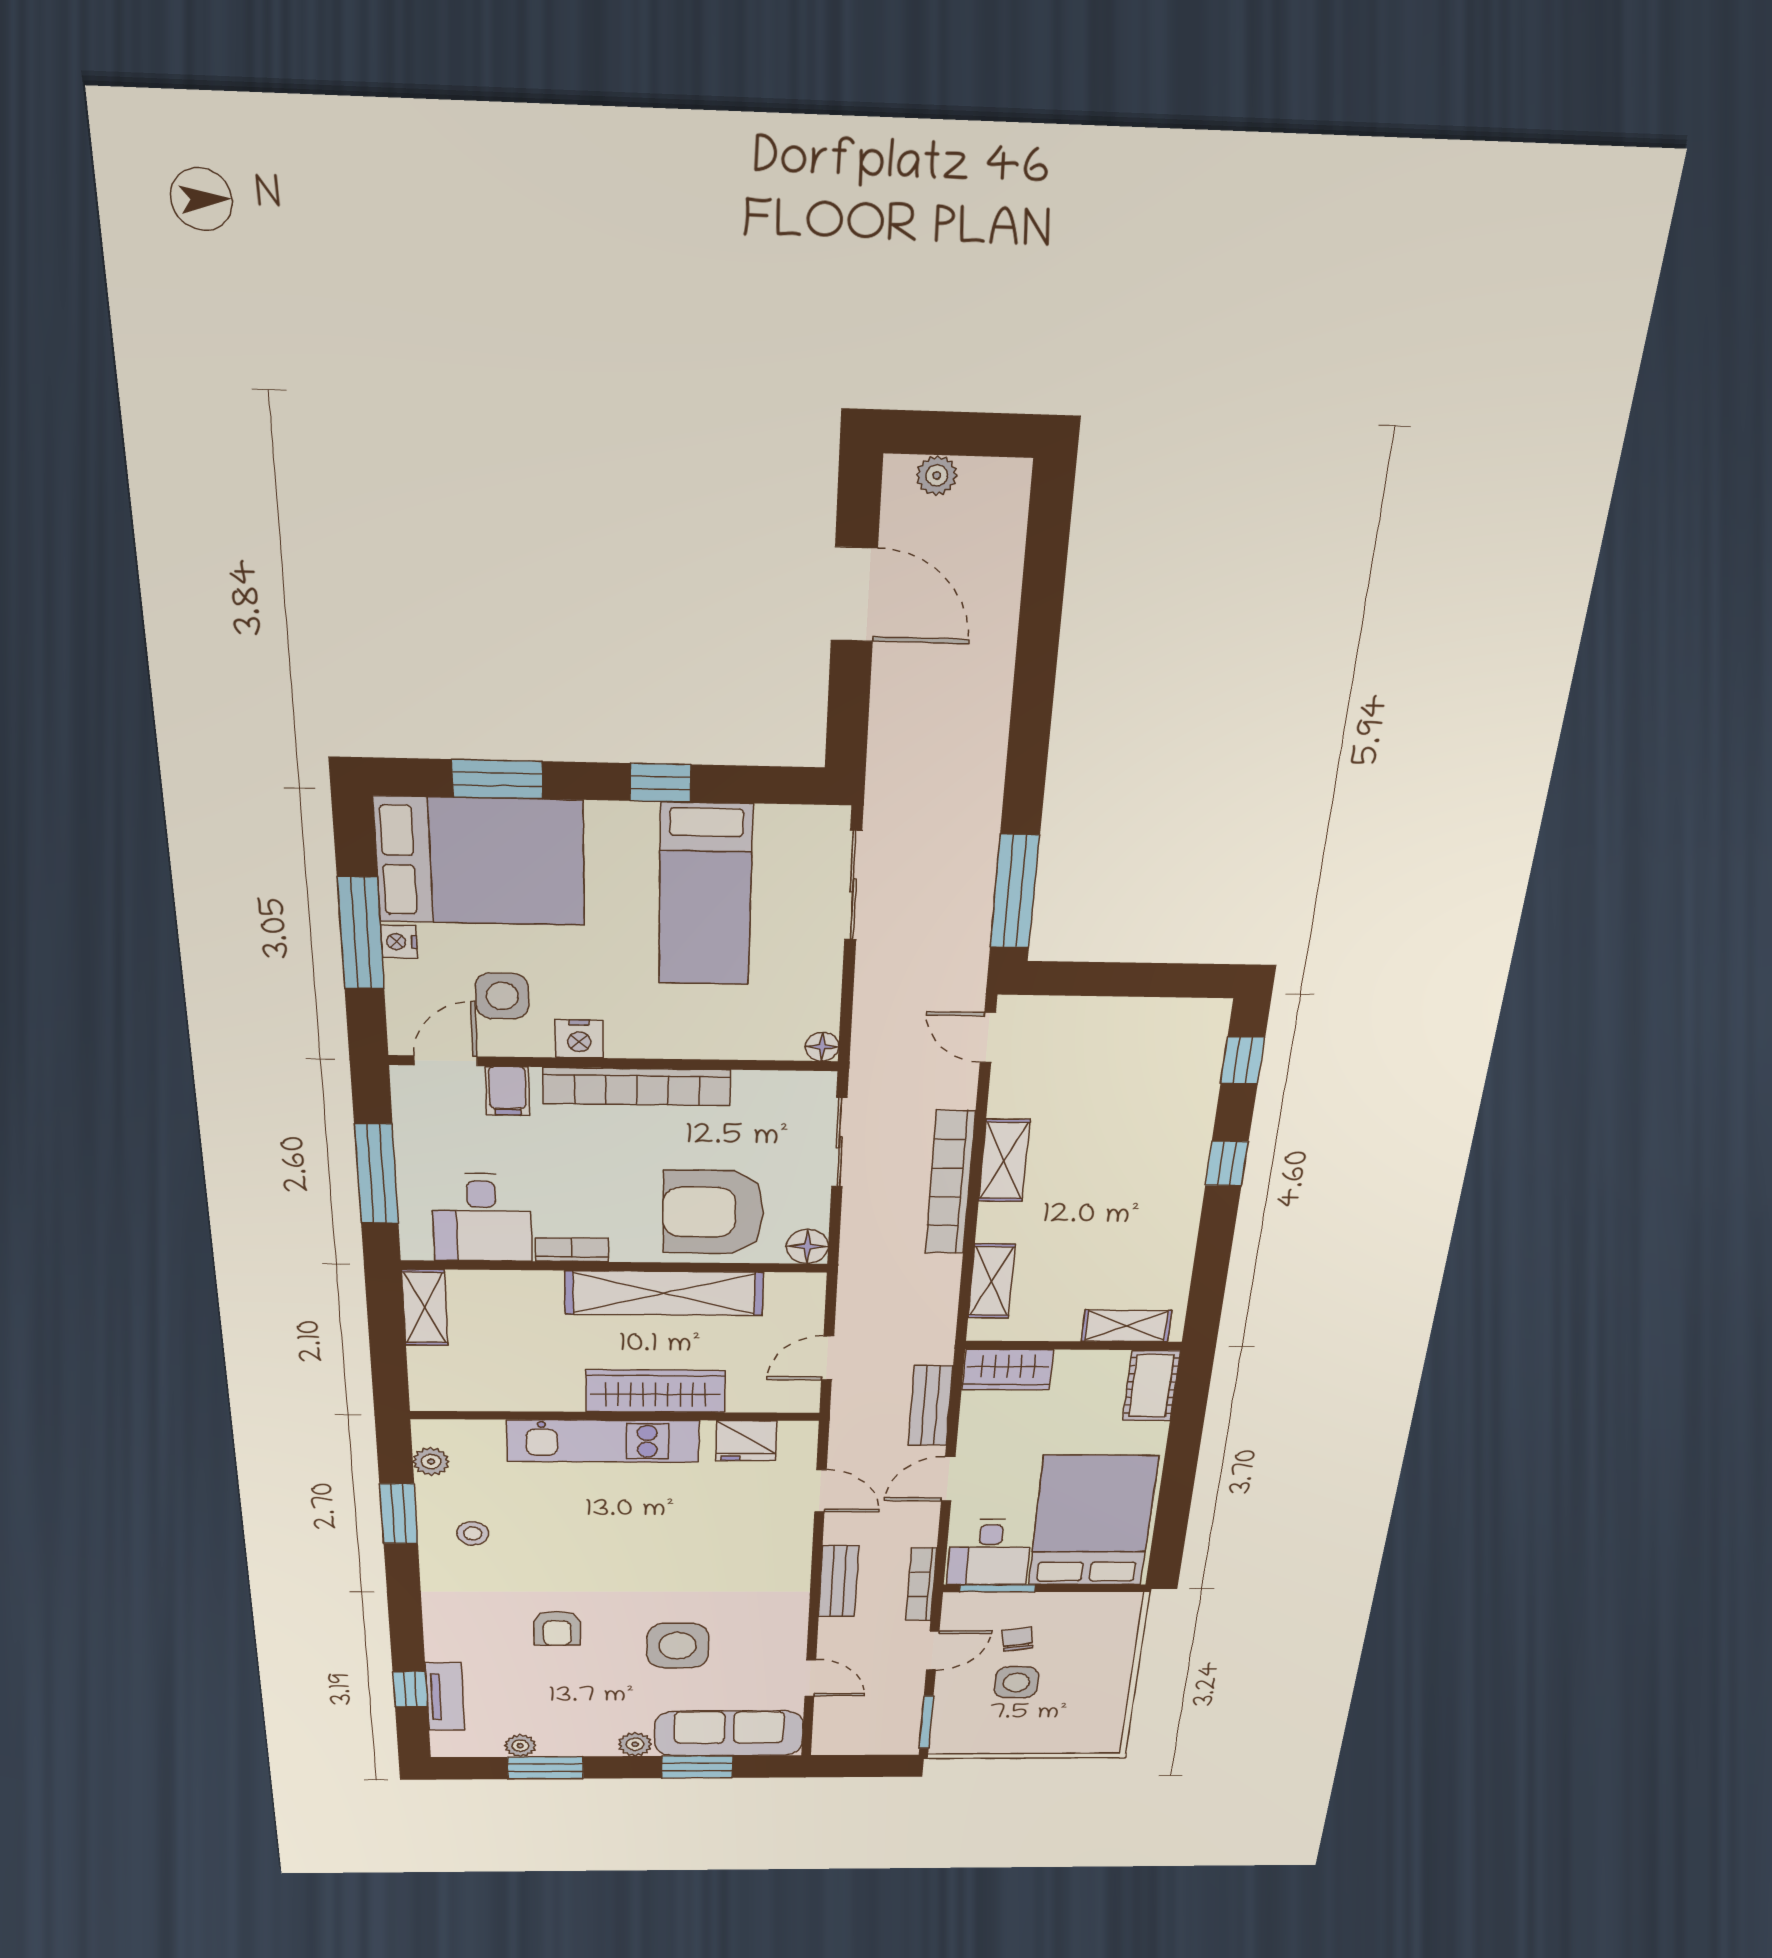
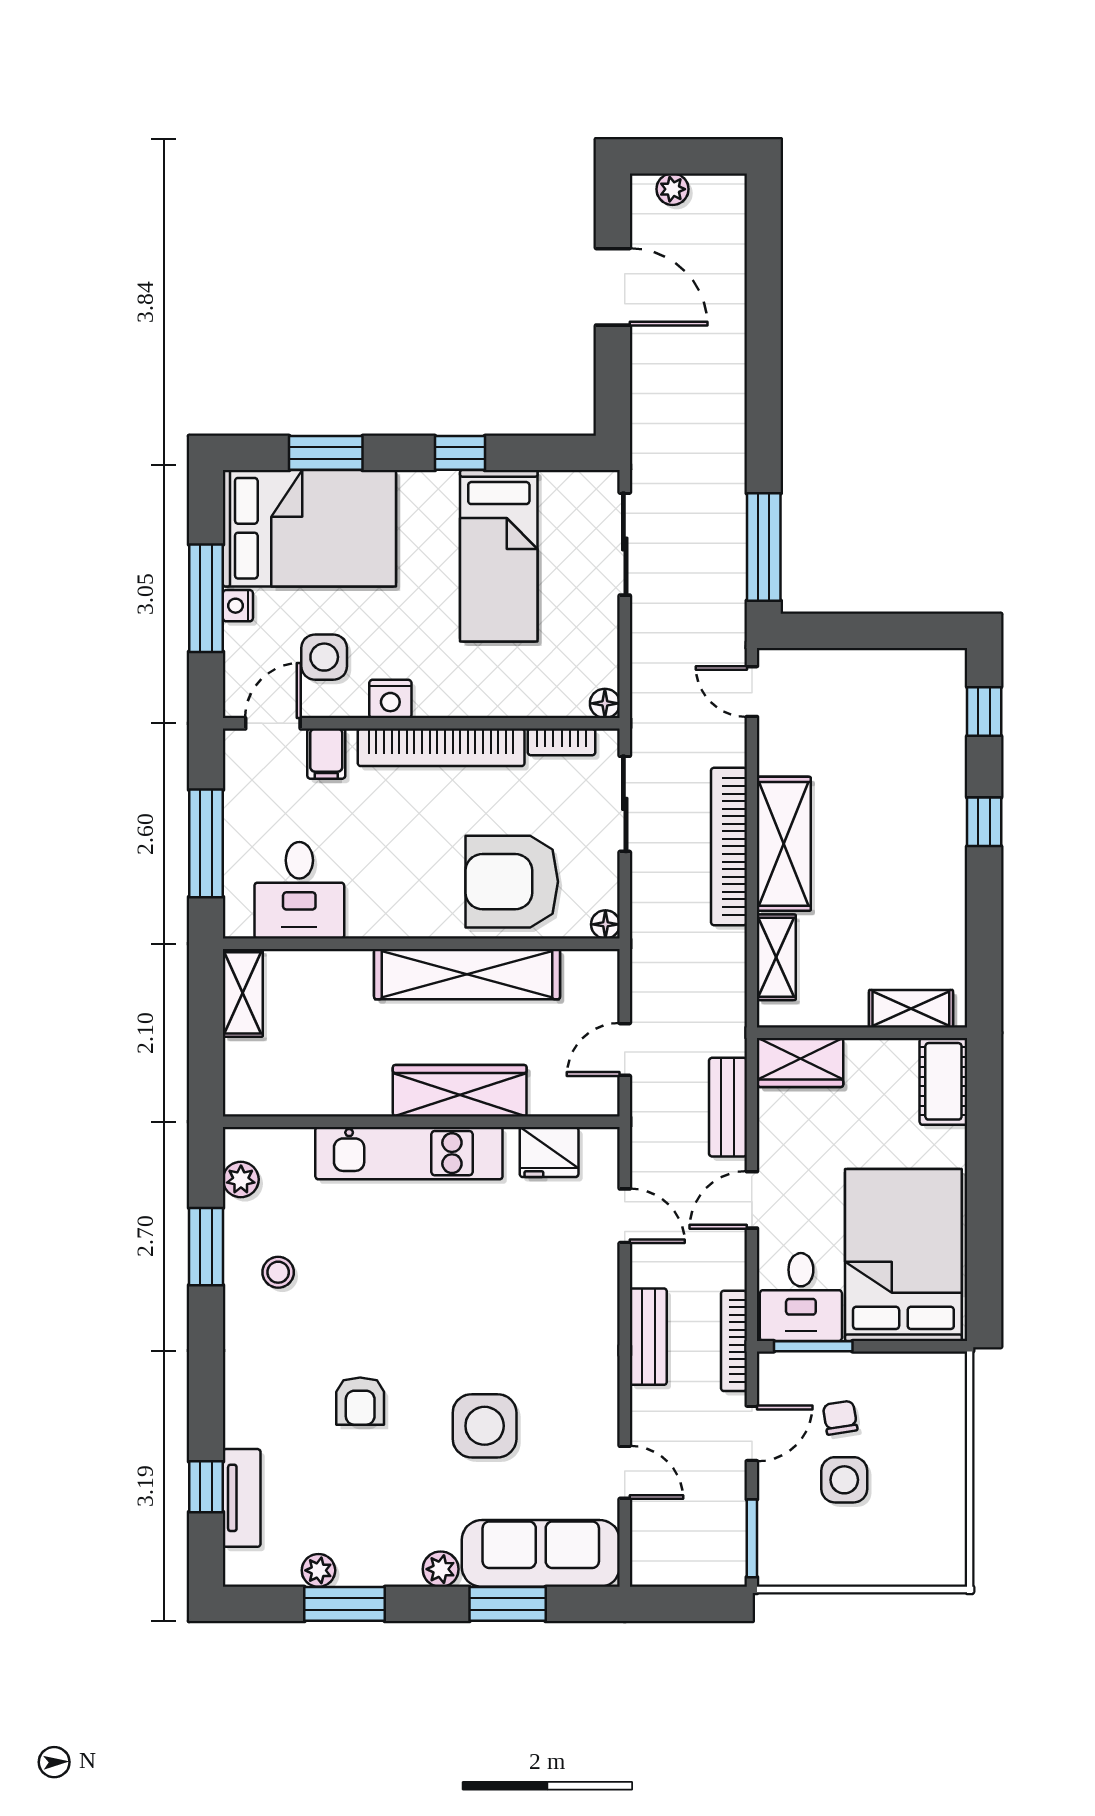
shelving: (1004, 1161) -> (784, 844), width x1.50, depth x1.33
floor lamp: (807, 1246) -> (605, 924), width x0.73, depth x0.73
bookcase: (572, 1250) -> (562, 742), moved, turned 180

